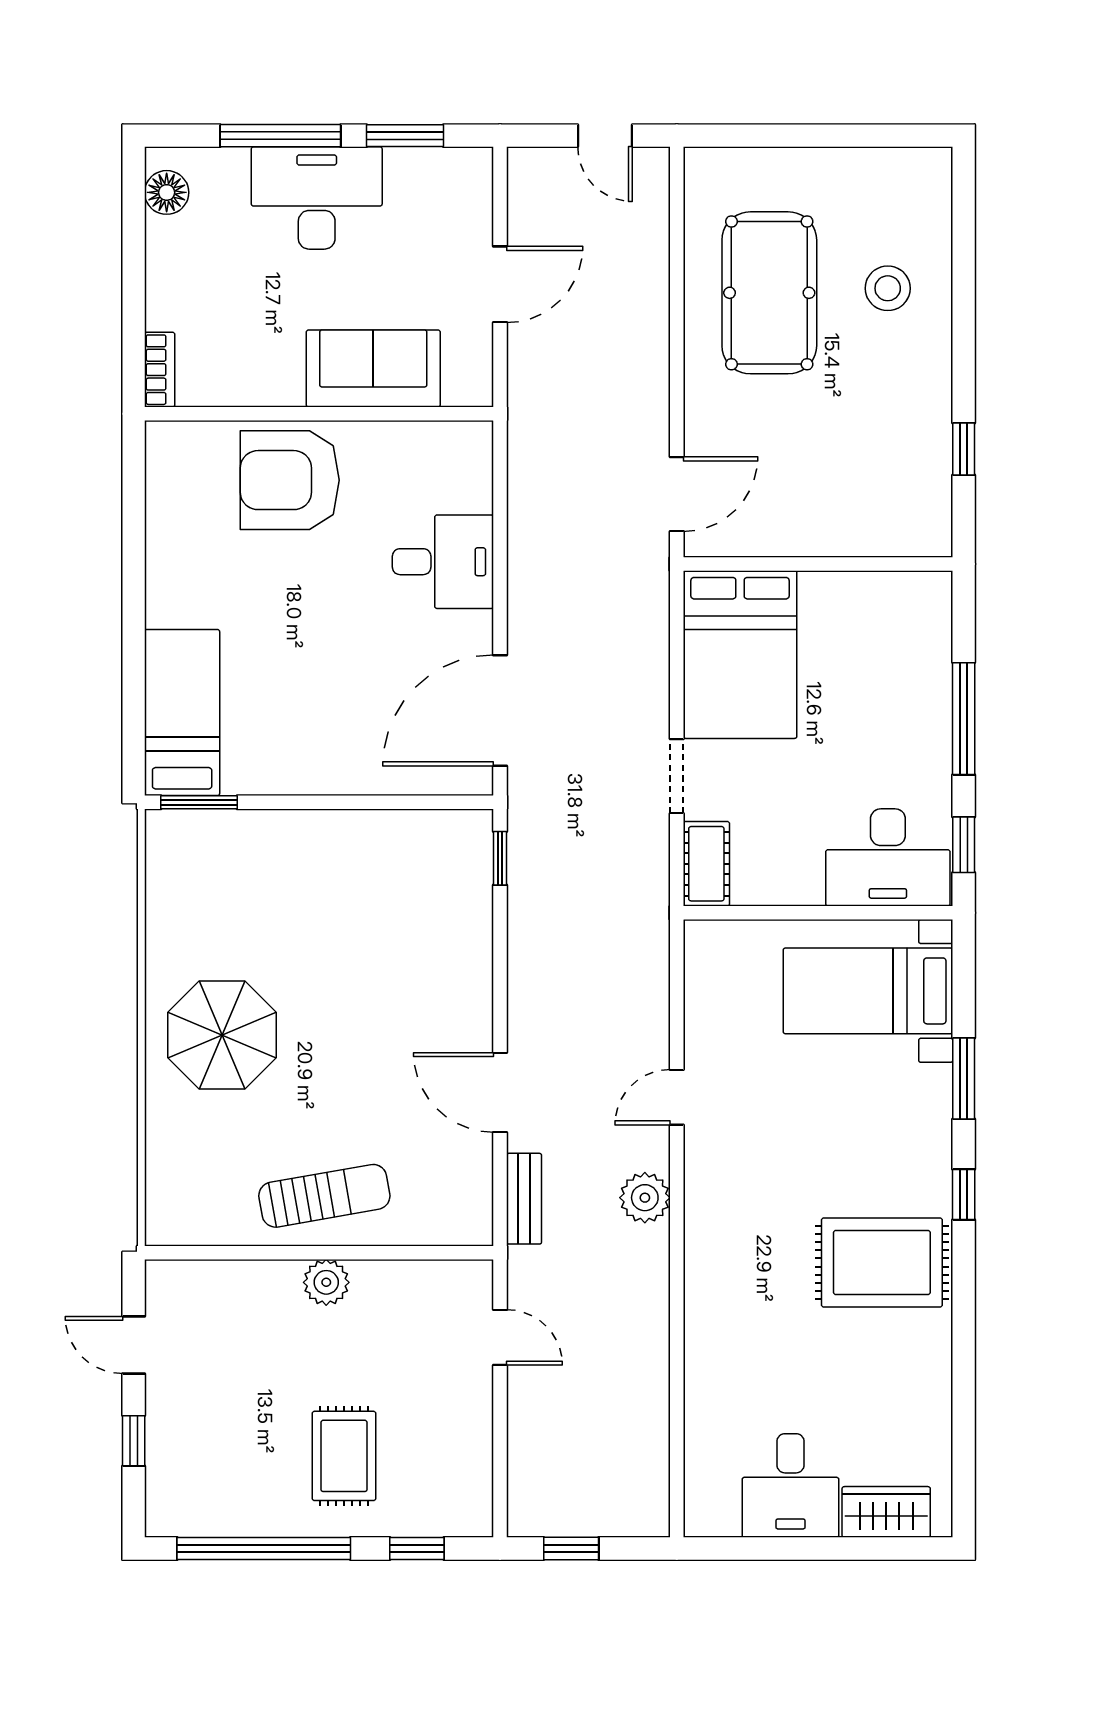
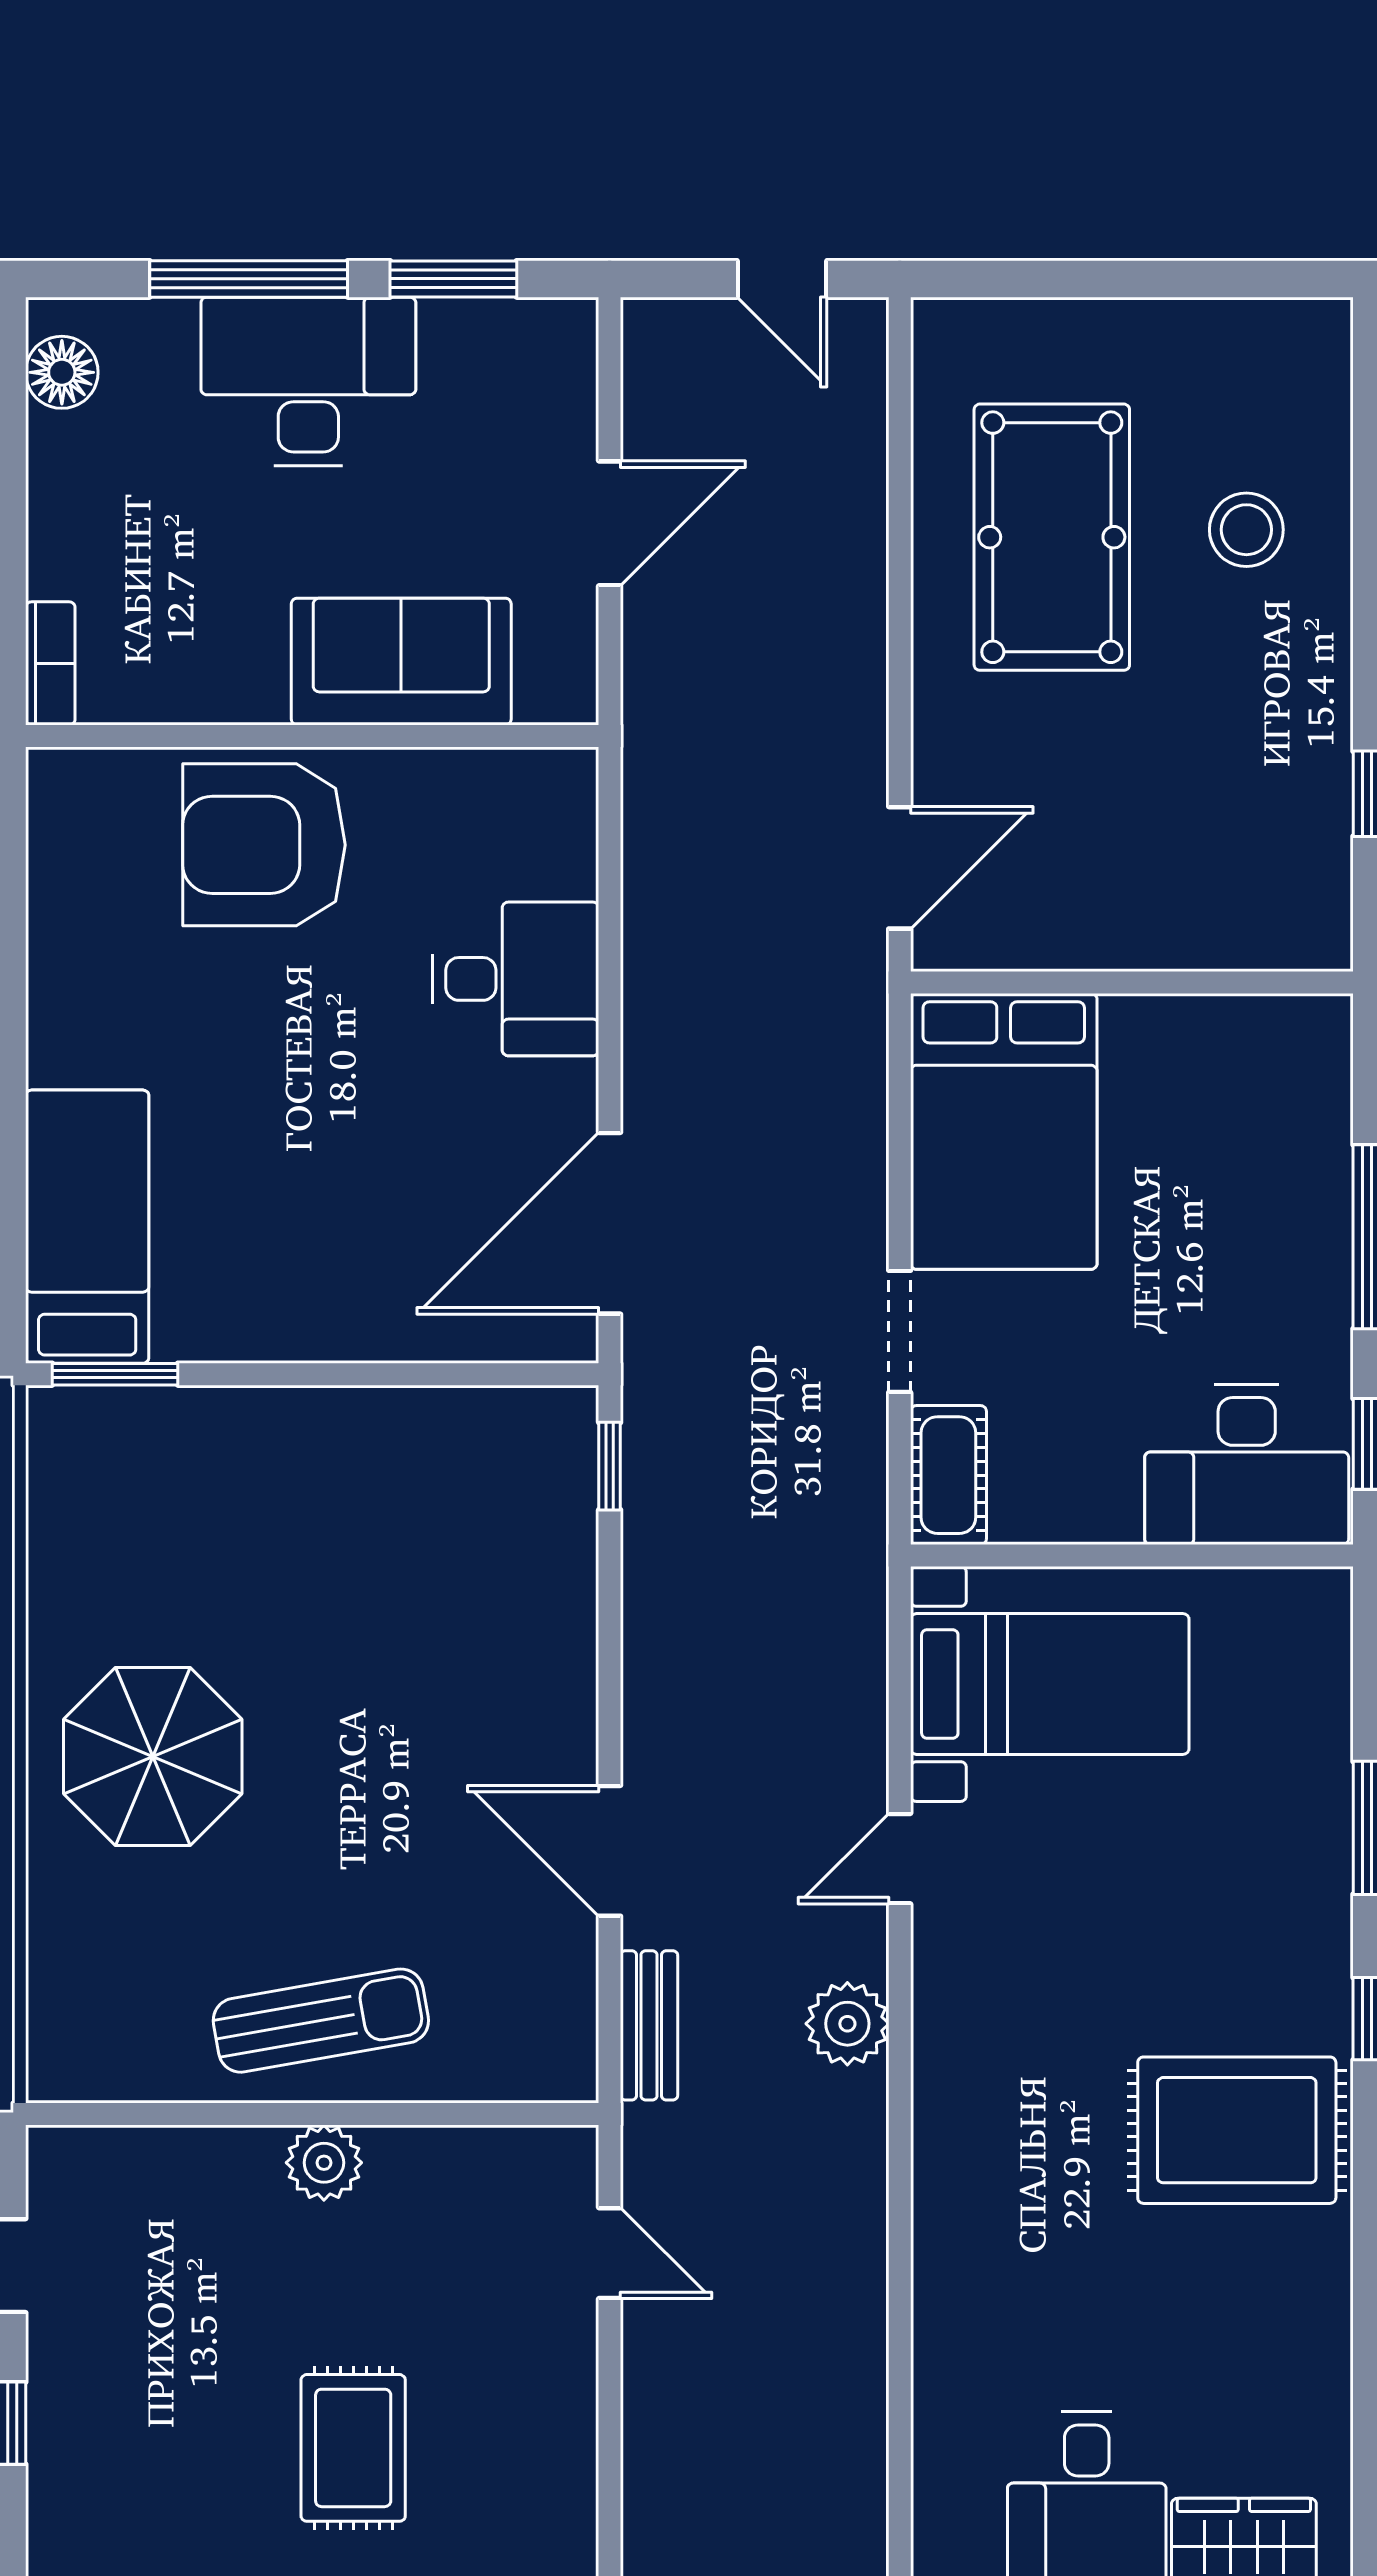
bed with nightstands: (868, 991) -> (1050, 1684), moved, turned 180

